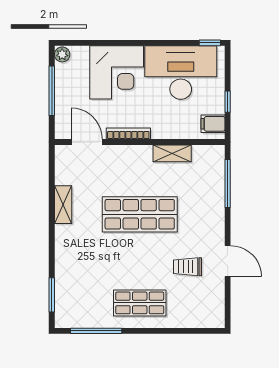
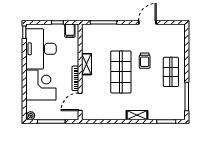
shelving: (172, 153) -> (87, 64), moved
shelving: (63, 205) -> (137, 115), moved
trolley: (188, 267) -> (145, 61), moved

